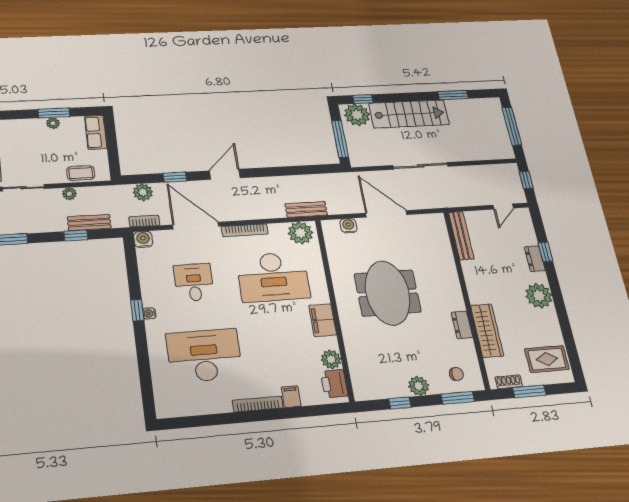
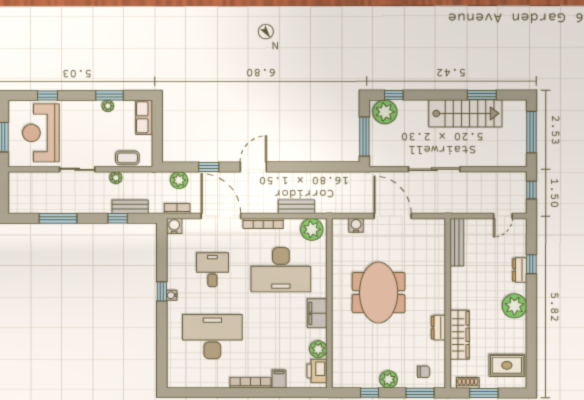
stairs: (409, 114) -> (465, 113), moved
bench: (306, 209) -> (297, 207), moved

